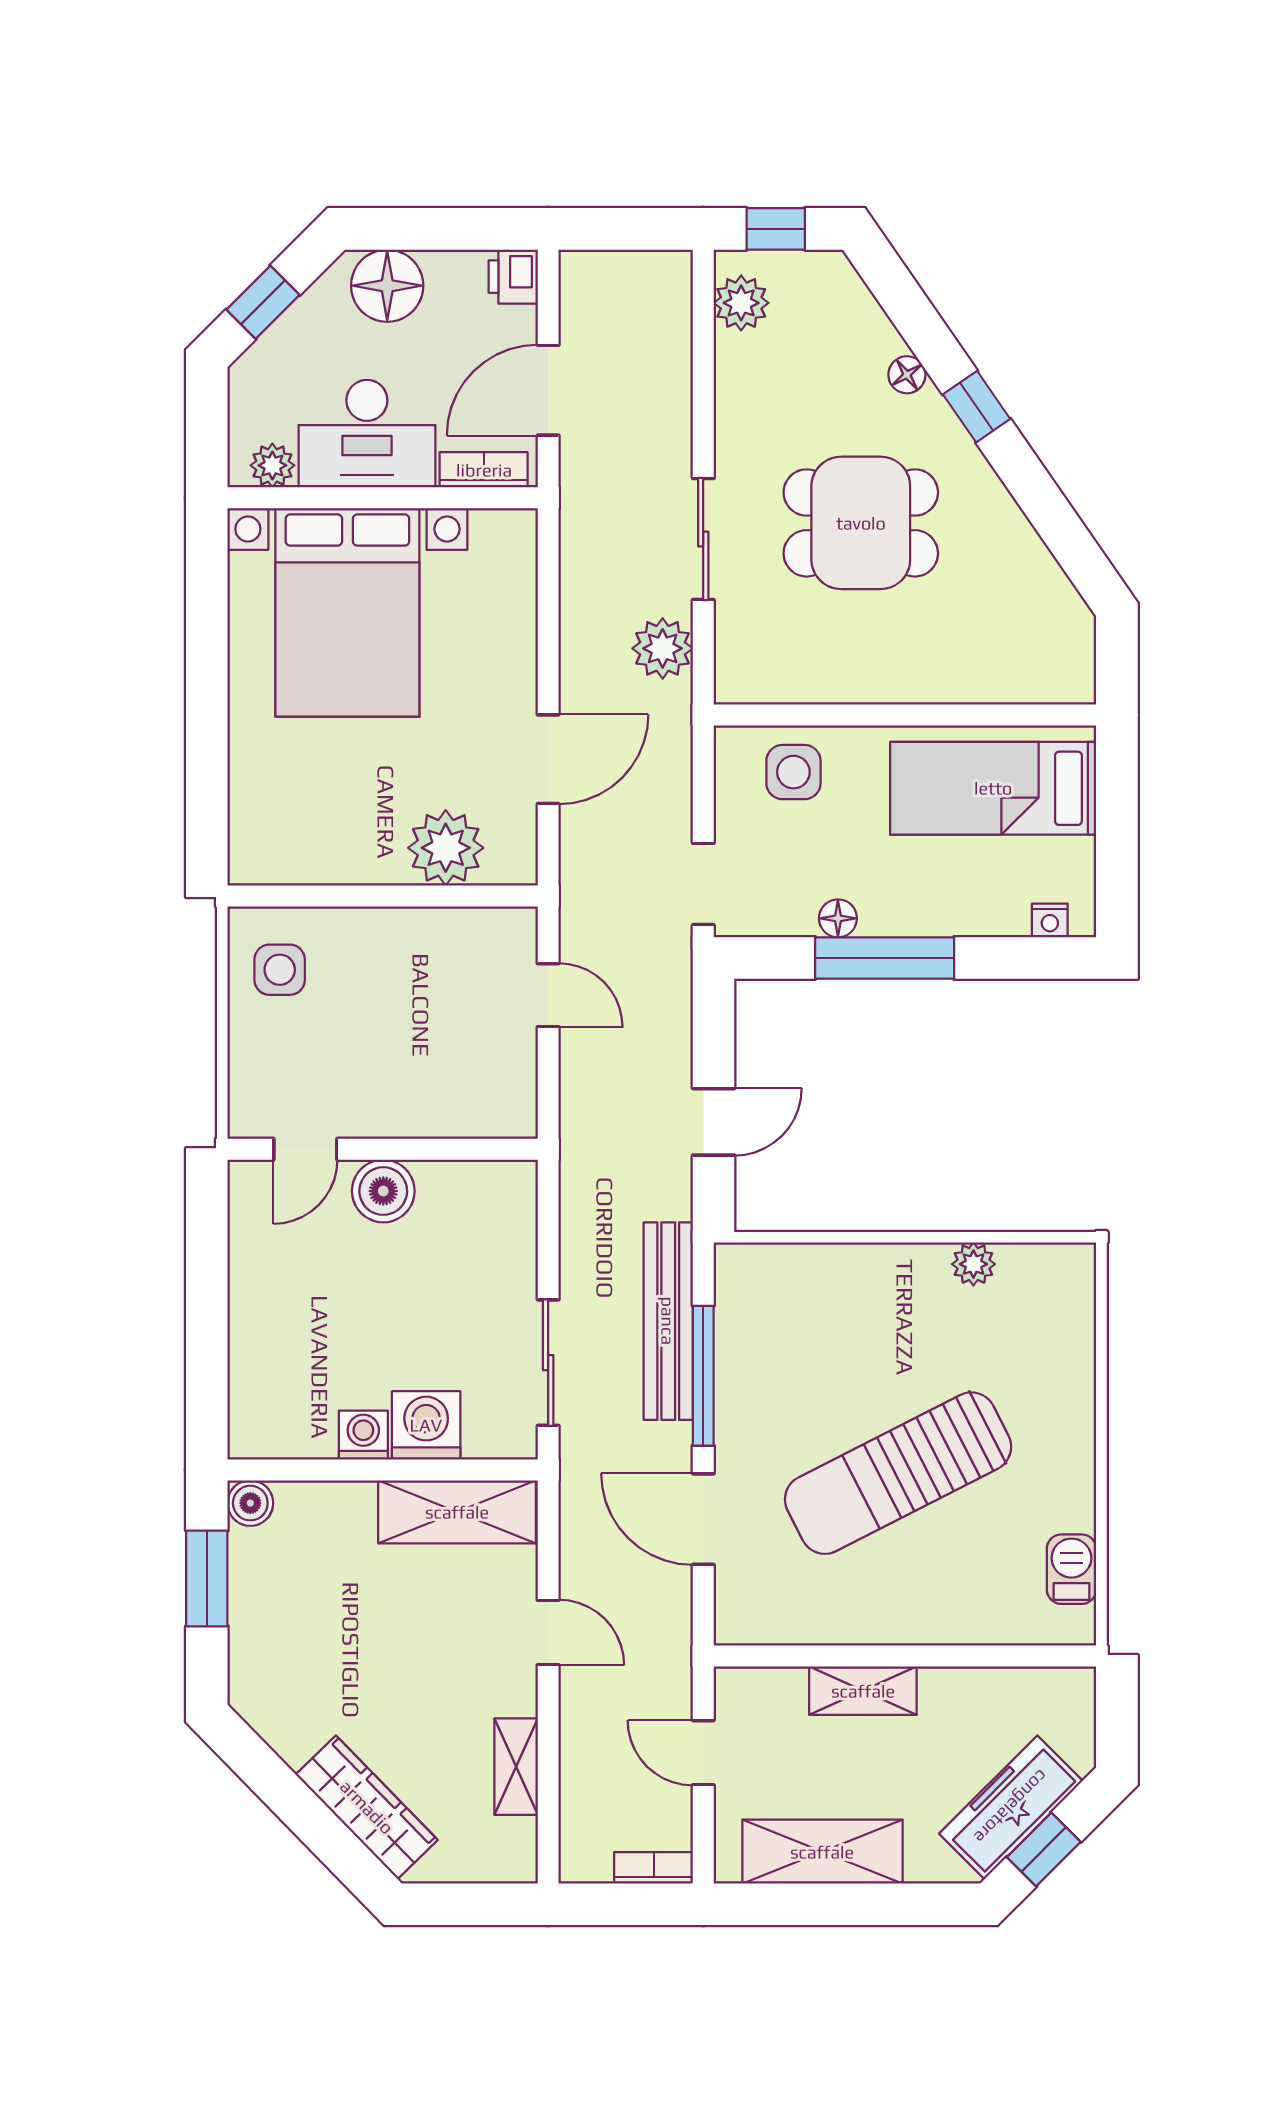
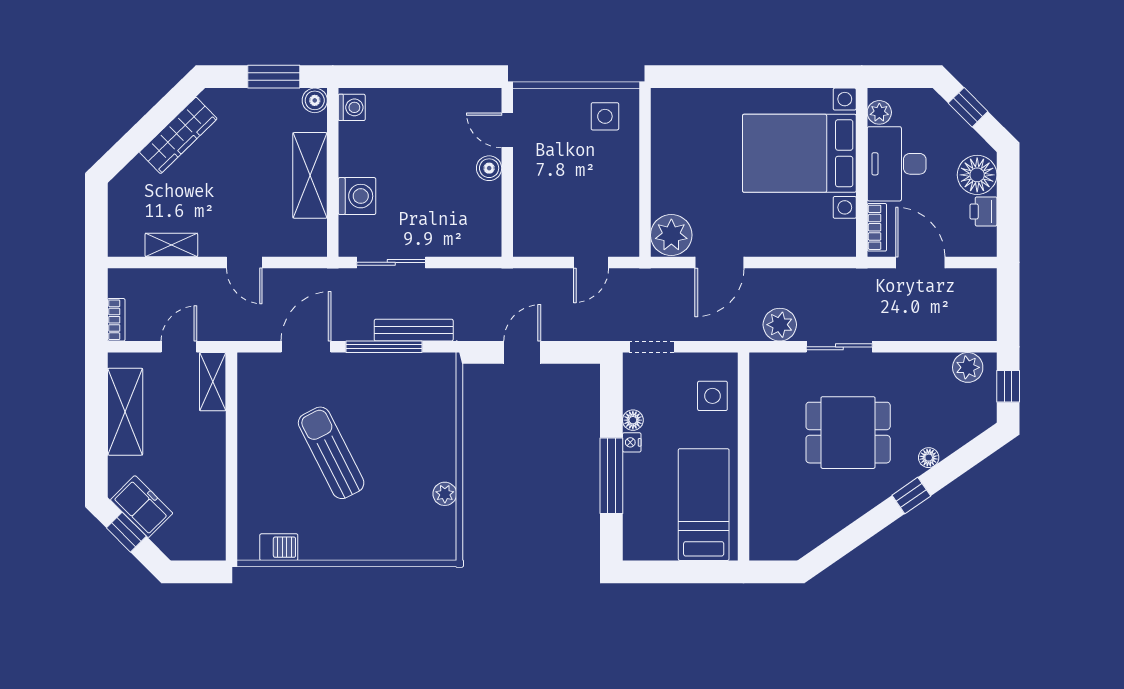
printer: (513, 277) -> (983, 211), moved, turned -90
dining table: (861, 523) -> (848, 433), turned 90
door: (548, 759) -> (719, 262), hinge flipped
plant: (446, 848) -> (671, 235), moved
nightstand: (1050, 920) -> (632, 442), moved
window: (885, 958) -> (611, 476), moved
door: (714, 1122) -> (522, 352), swing flipped
boiler: (383, 1191) -> (489, 168), width x0.73, depth x0.73
bench: (668, 1321) -> (414, 330), width x0.73, depth x0.82
washing machine: (363, 1435) -> (352, 107), moved
sun lounger: (898, 1473) -> (331, 453), width x0.73, depth x0.75
shelving: (457, 1512) -> (310, 175), moved
door: (548, 1632) -> (244, 262), hinge flipped
shelving: (863, 1691) -> (213, 382), moved
wardrobe: (367, 1807) -> (178, 135), moved
freezer: (1011, 1807) -> (142, 507), width x0.71

